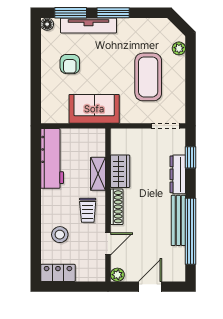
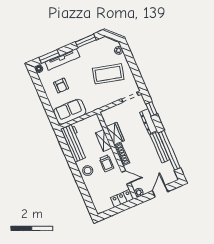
window: (113, 13) -> (86, 41), moved
coffee table: (148, 77) -> (108, 74), turned -76
sofa: (94, 109) -> (70, 112), moved
stool: (60, 235) -> (88, 171), moved
door: (108, 244) -> (126, 177), hinge flipped
locker: (58, 273) -> (122, 198), moved

